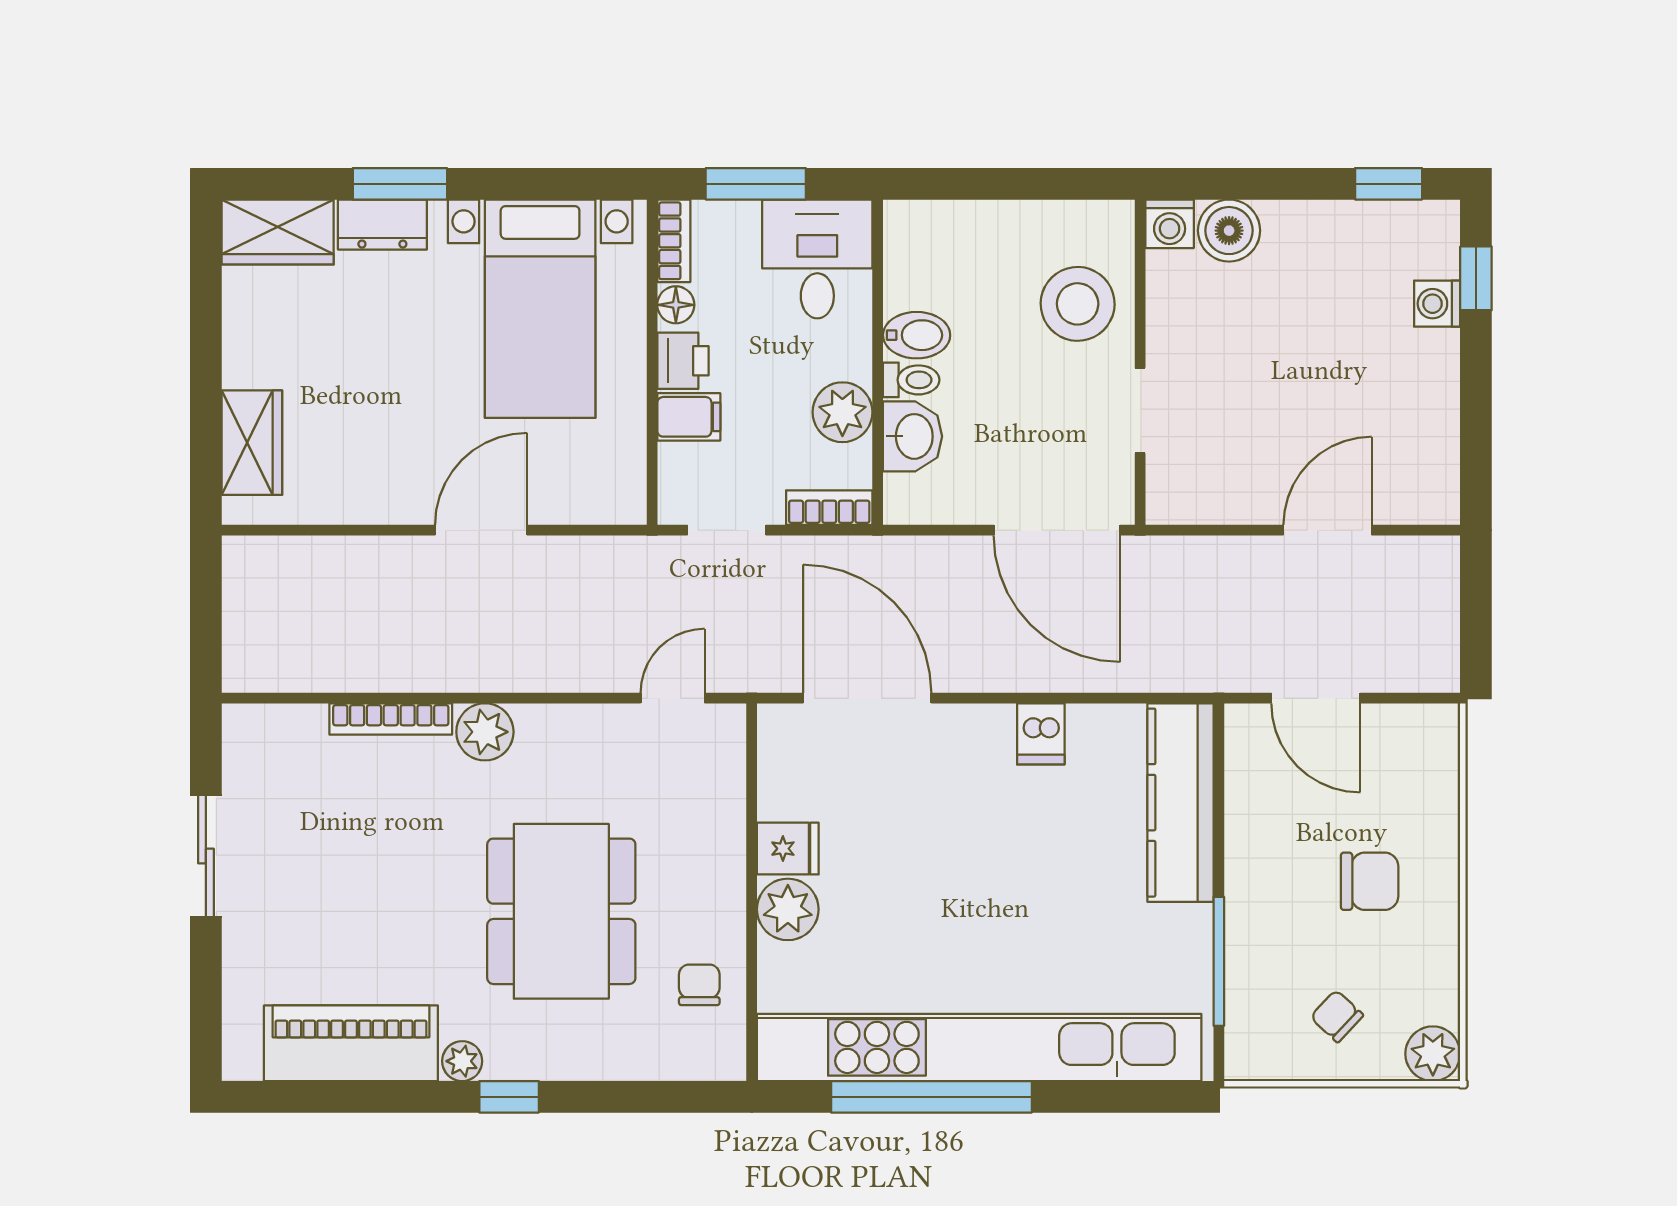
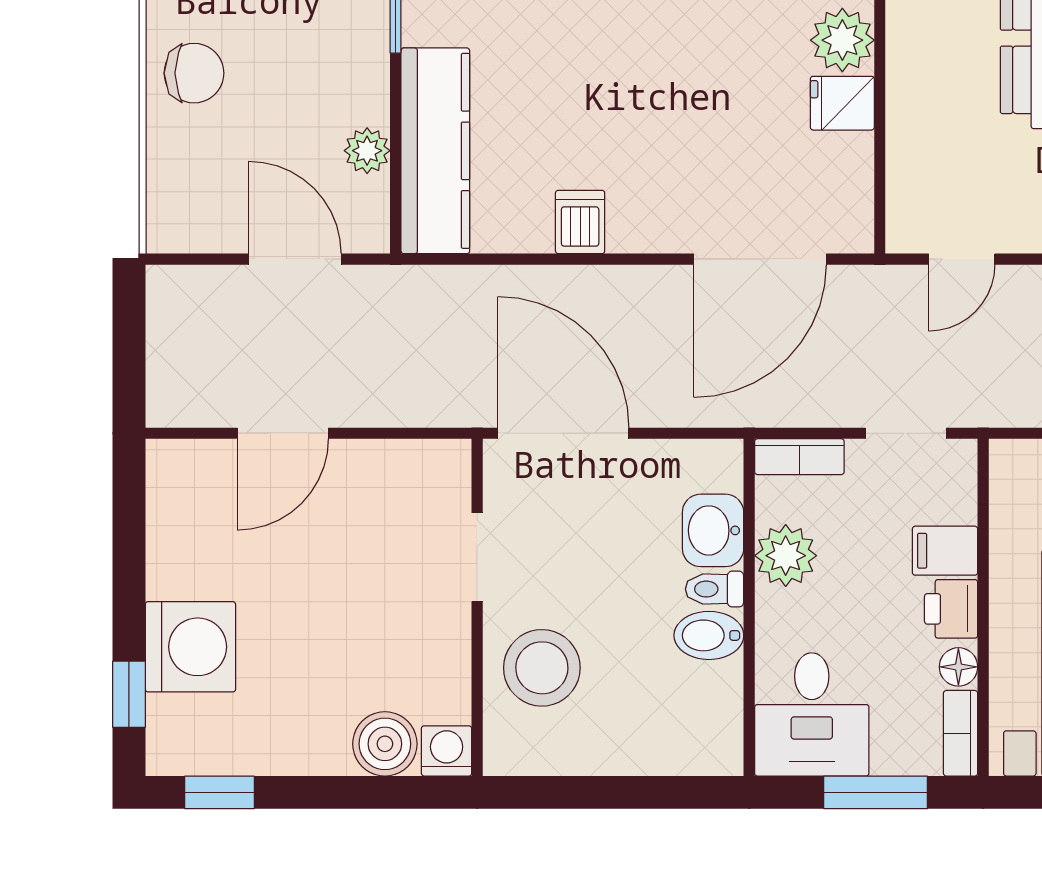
washing machine: (1437, 304) -> (190, 647), width x1.89, depth x1.89
door: (867, 698) -> (760, 259), hinge flipped
plant: (1246, 803) -> (367, 151), added
chair: (1370, 881) -> (194, 73), moved, turned 180

